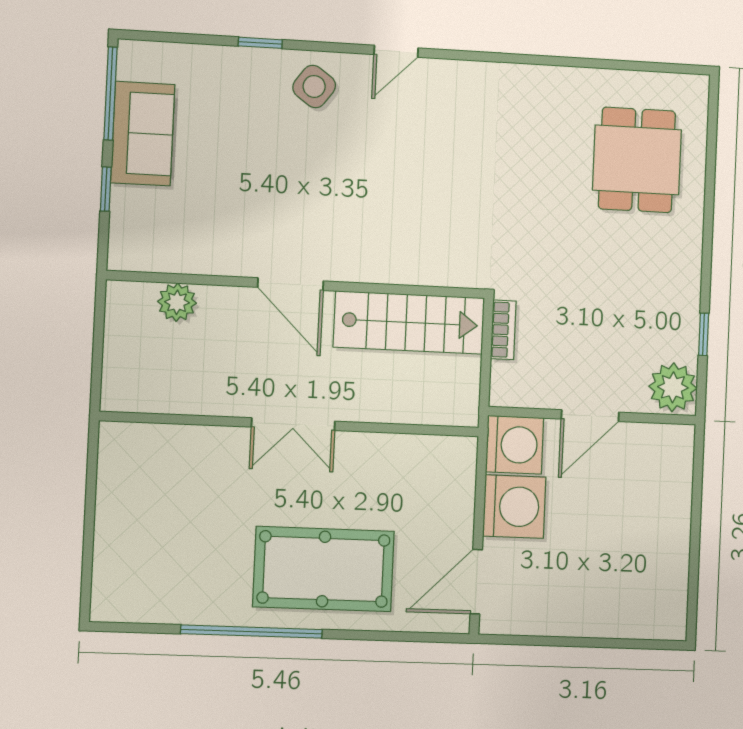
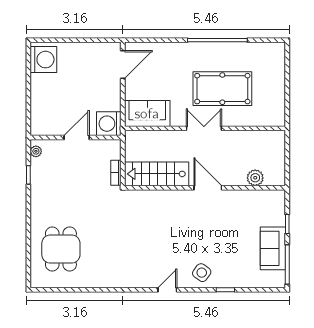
plant: (673, 387) -> (36, 151), width x0.53, depth x0.53
sofa: (425, 465) -> (147, 114), added
washing machine: (514, 507) -> (43, 60), moved, turned 180
pool table: (324, 569) -> (222, 89), moved

